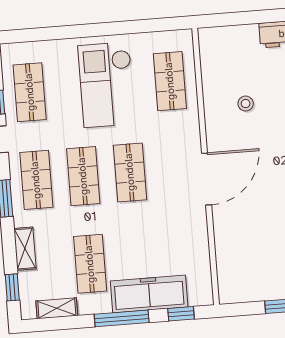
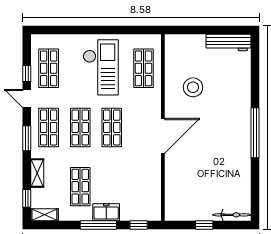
checkout: (107, 85) -> (101, 67), turned 180
stool: (246, 104) -> (193, 87), width x1.89, depth x1.89
freezer: (149, 294) -> (106, 212), width x0.52, depth x0.79
shelving: (57, 308) -> (44, 215), moved

